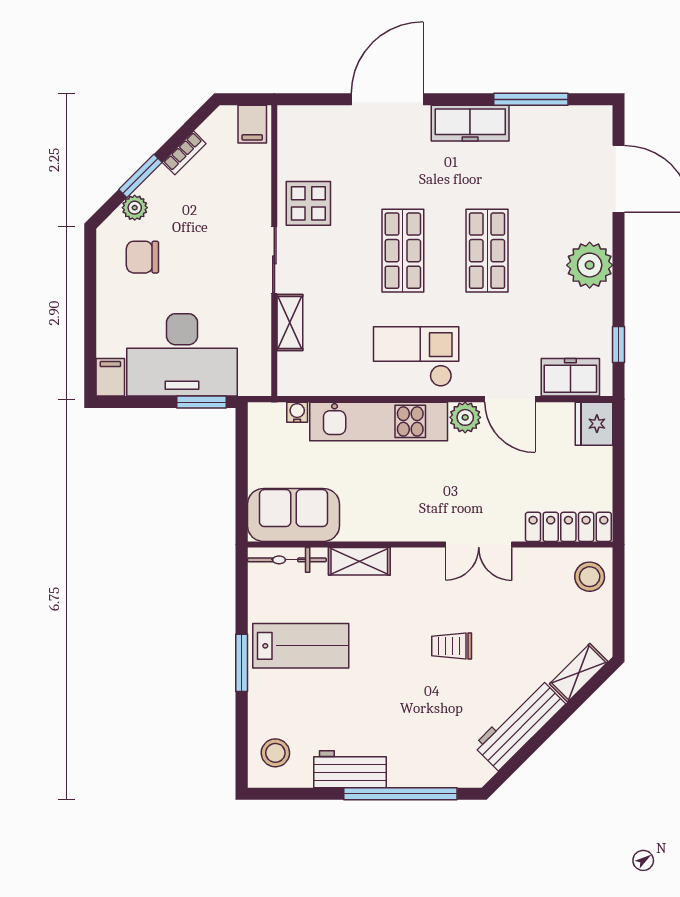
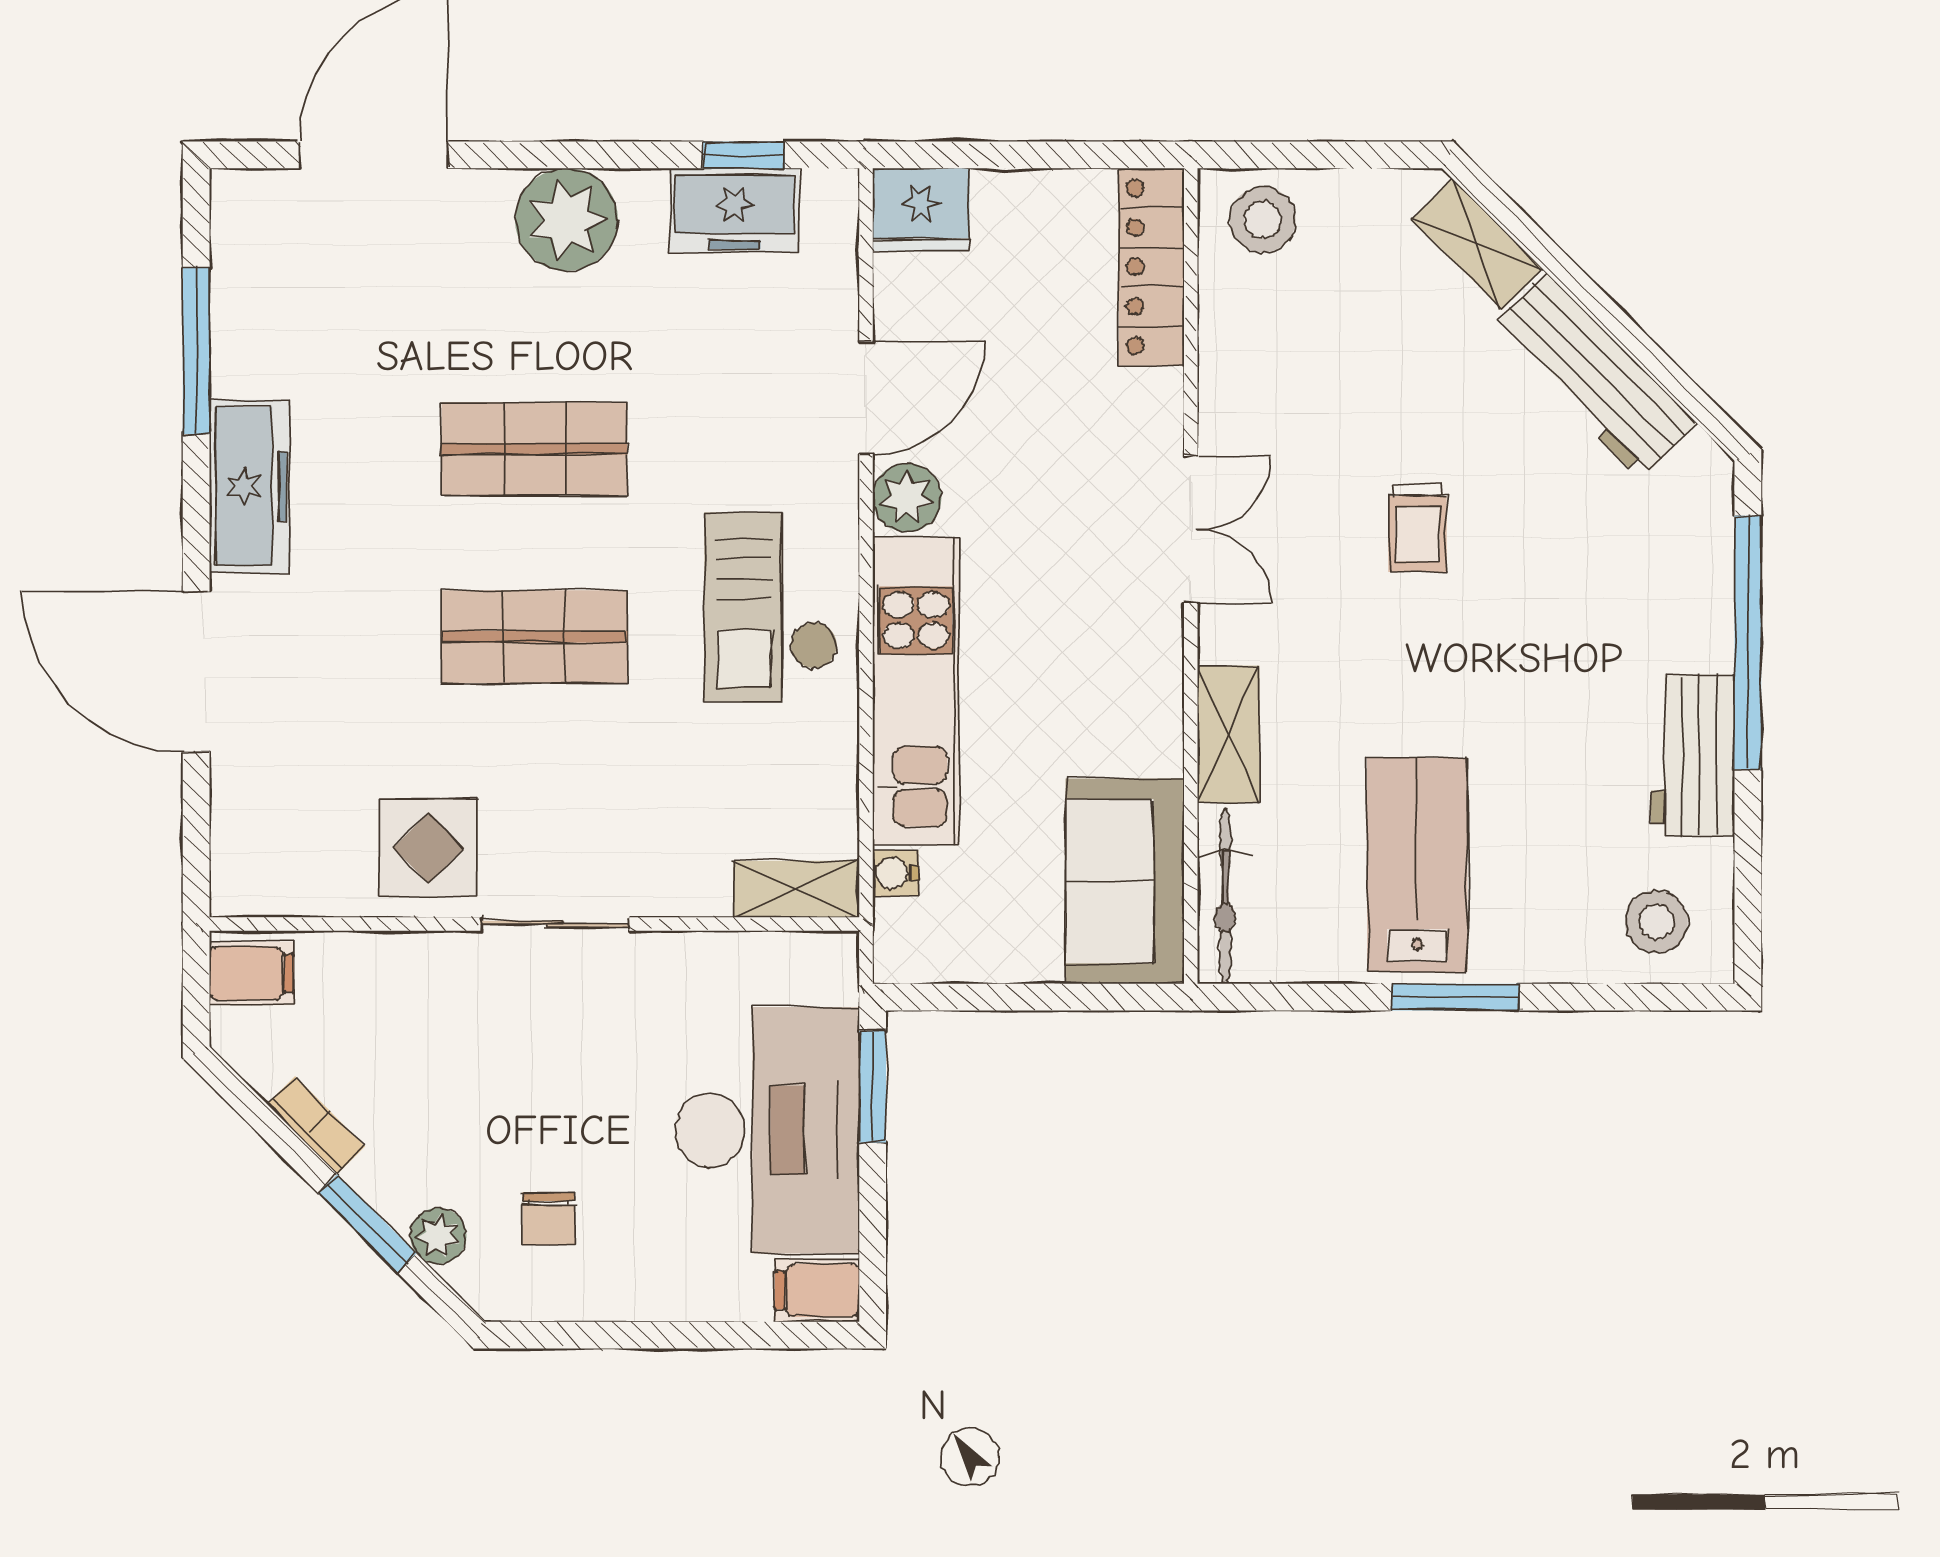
chair: (142, 257) -> (549, 1219), width x0.73, depth x0.73
shelving: (290, 323) -> (796, 889), moved
freezer: (570, 377) -> (734, 210), moved, turned -90
double door: (479, 544) -> (1191, 530), moved

